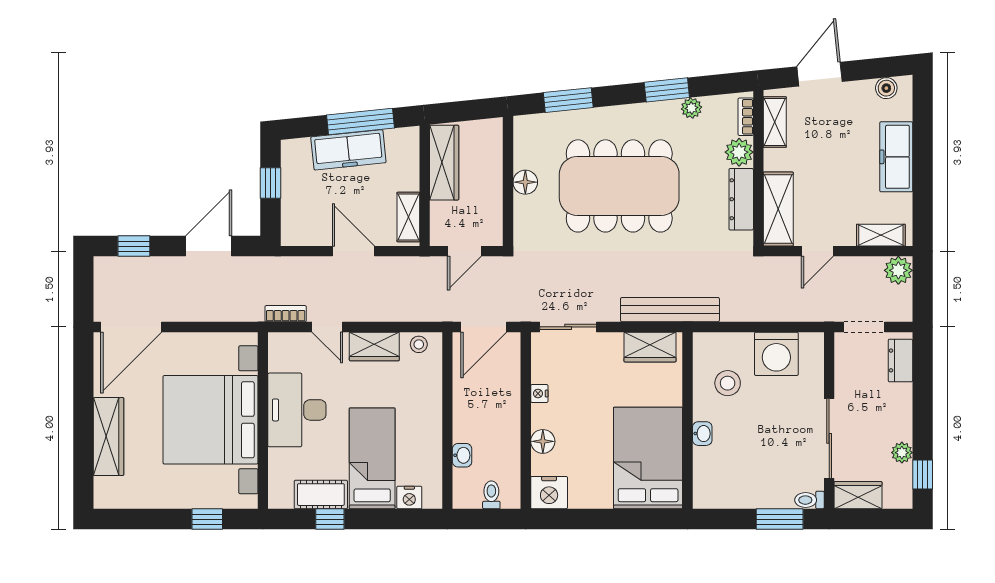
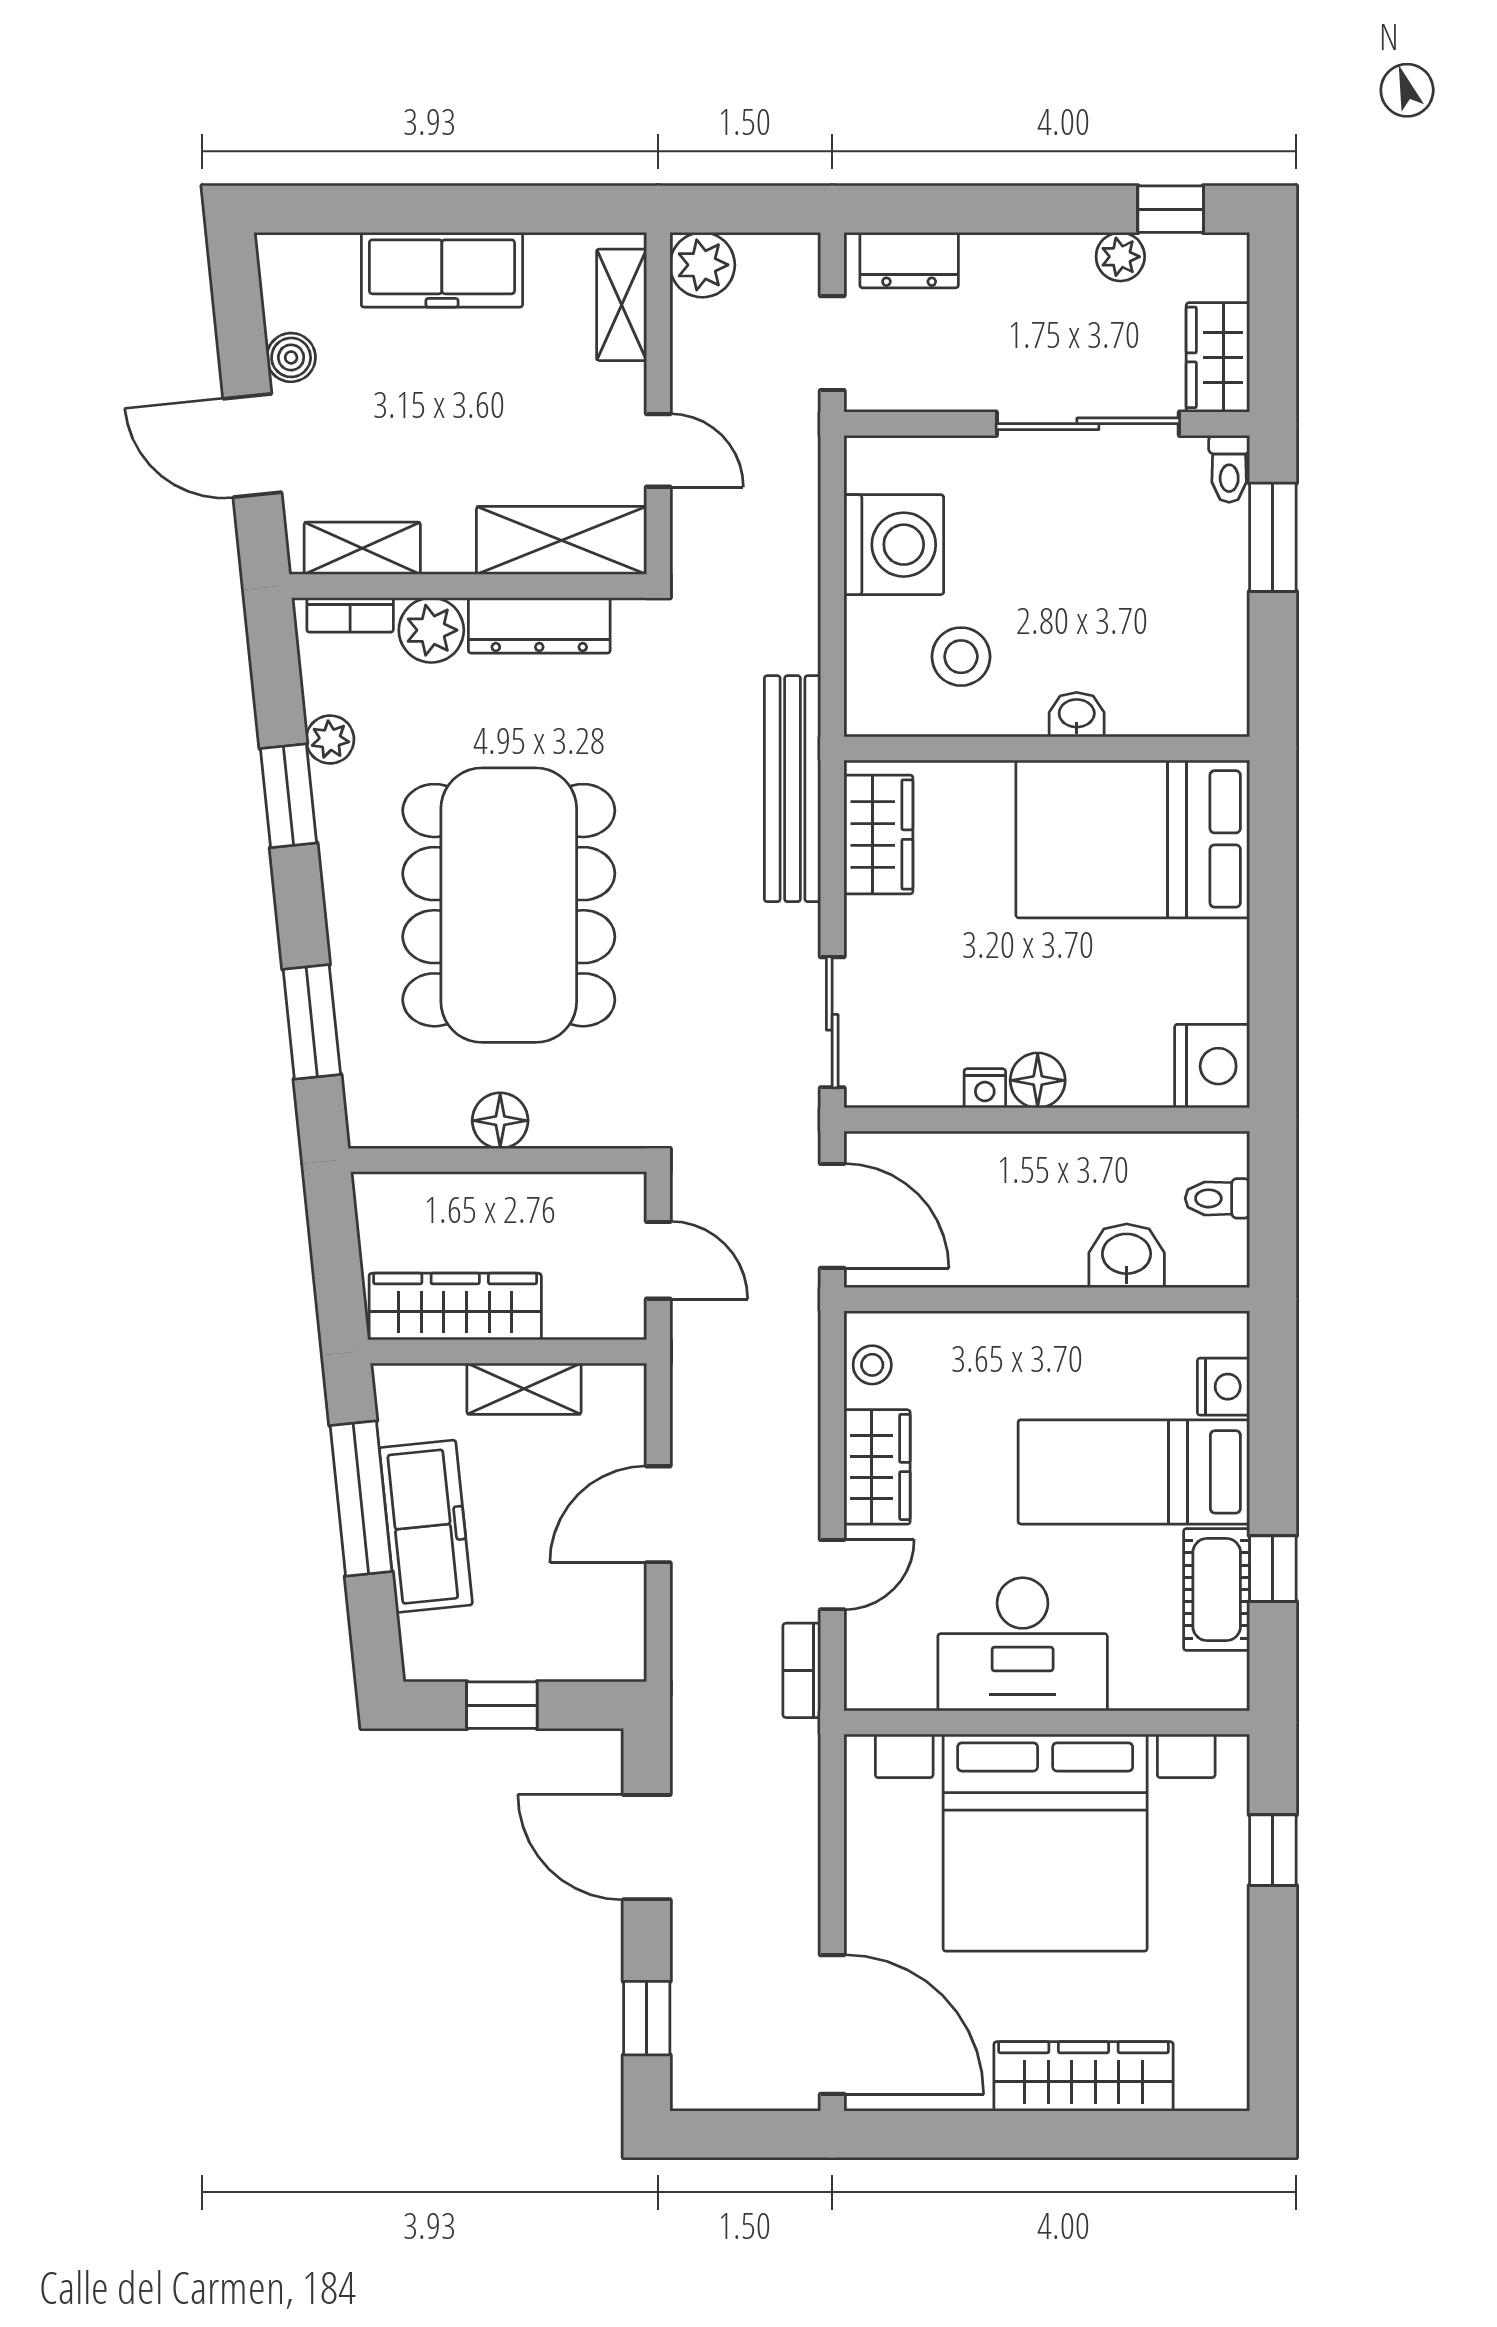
boiler: (886, 88) -> (291, 357), moved
shelving: (408, 217) -> (524, 1389), moved
floor lamp: (543, 441) -> (1038, 1080), moved
washbasin: (462, 455) -> (1127, 1256), width x1.38, depth x1.45

